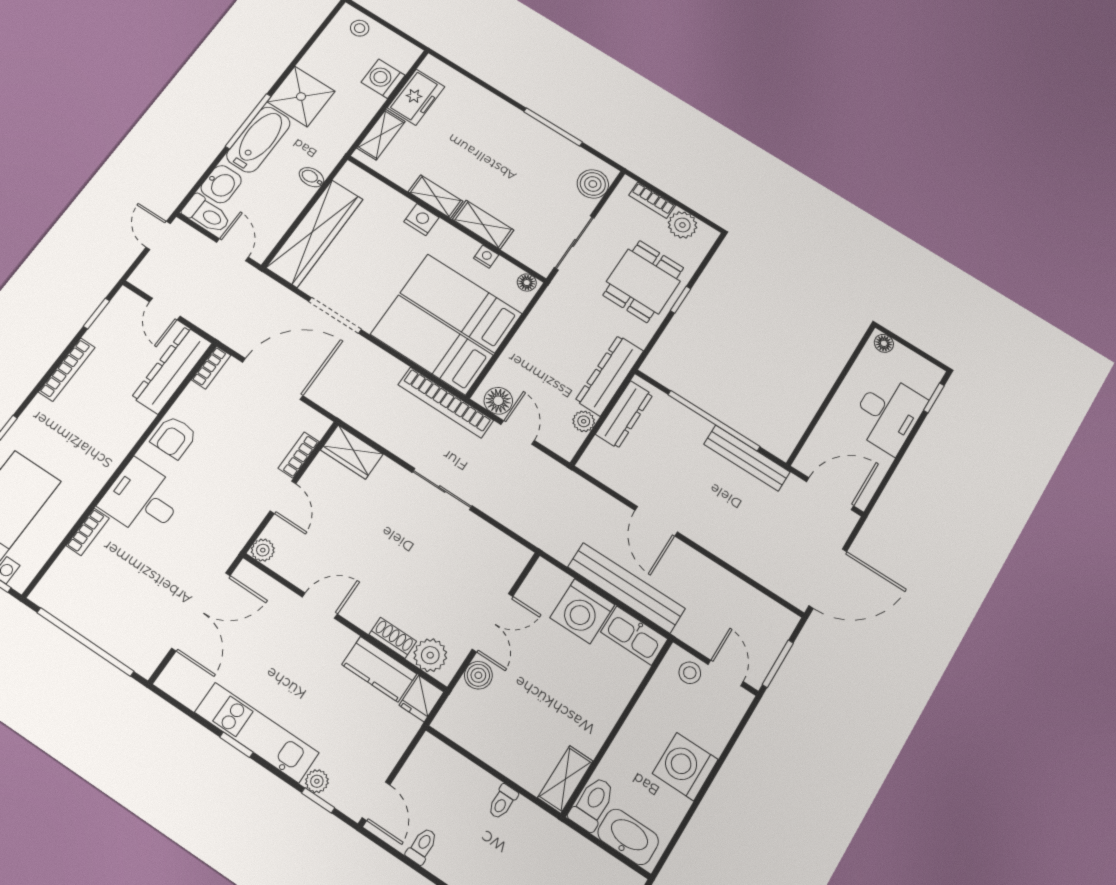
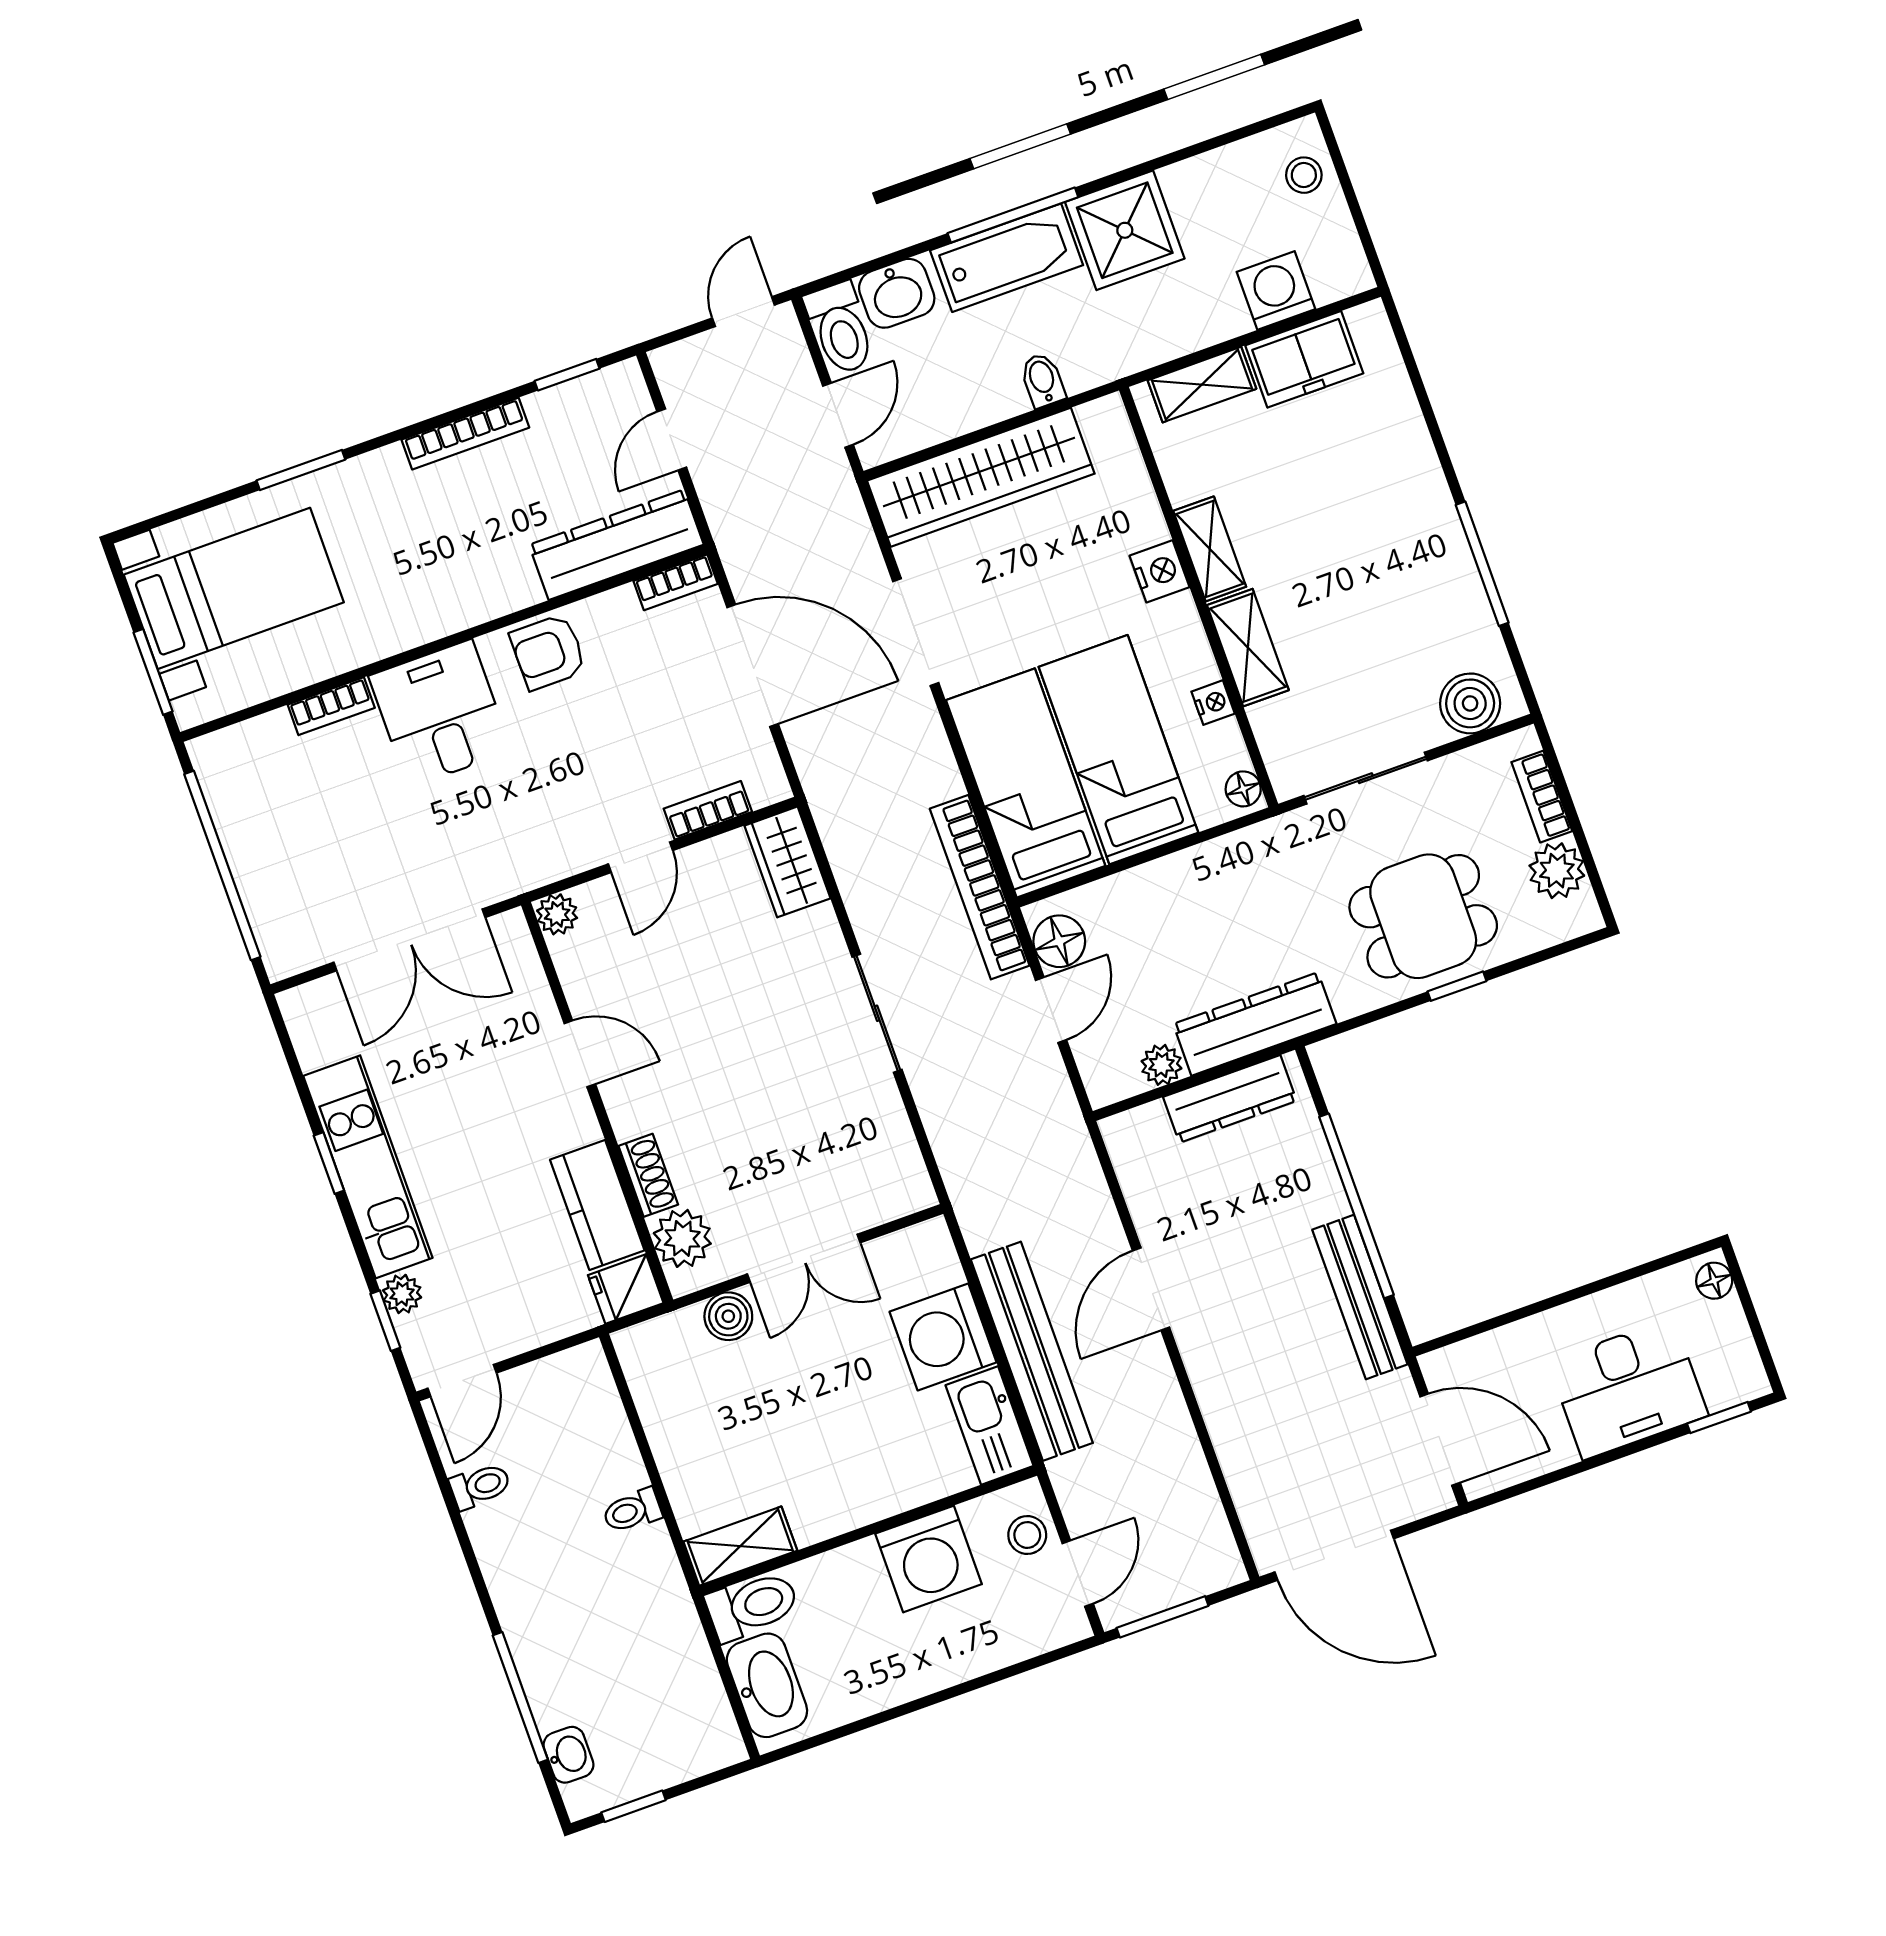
washing machine: (685, 767) -> (929, 1559), moved, turned 180

